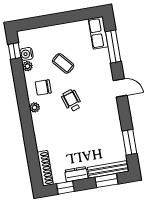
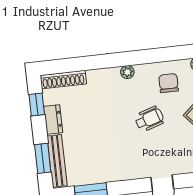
plant: (35, 107) -> (127, 72), moved

